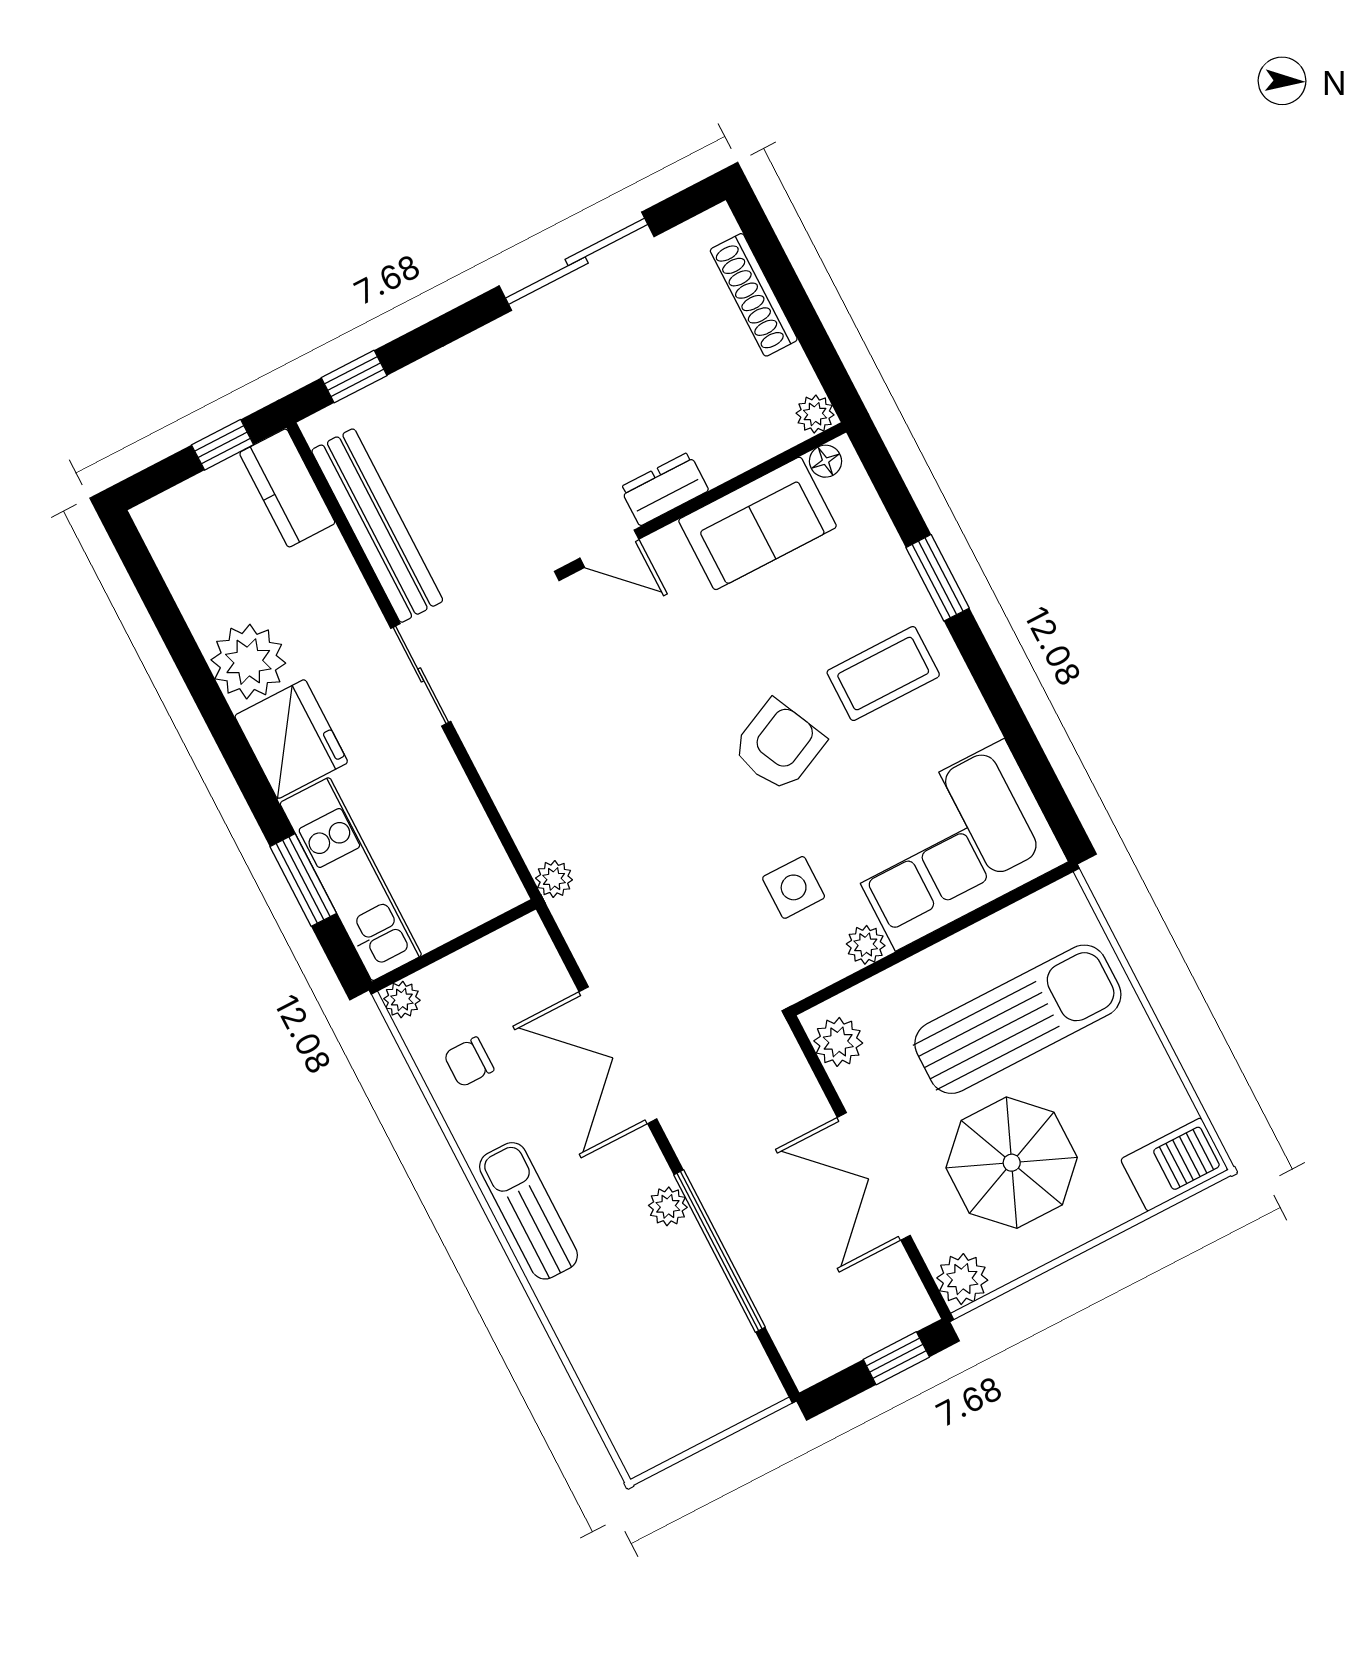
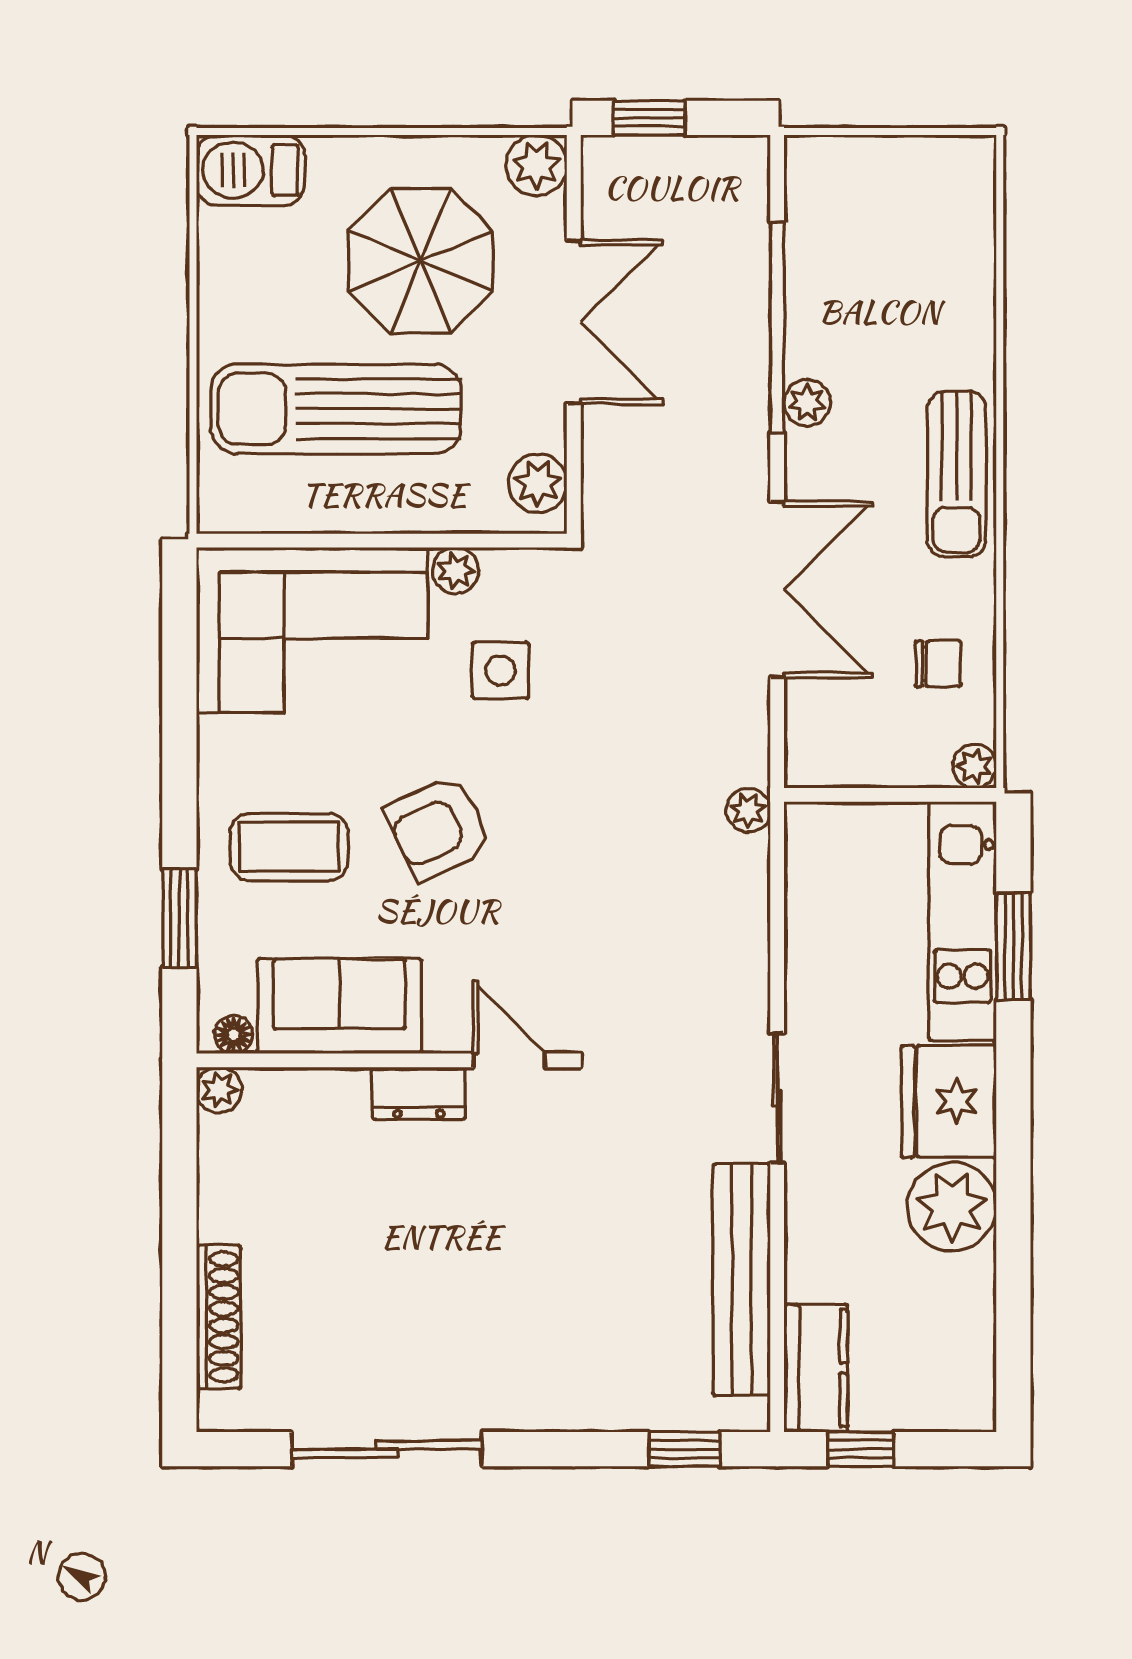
plant: (815, 414) -> (219, 1090), moved
floor lamp: (825, 461) -> (234, 1035), moved
dresser: (664, 489) -> (419, 1093), moved
wall: (705, 499) -> (382, 1060), moved
sofa: (757, 523) -> (339, 1006), moved
door: (609, 549) -> (509, 1060), moved

